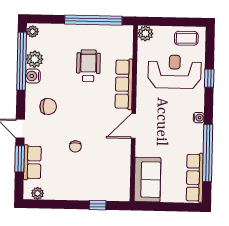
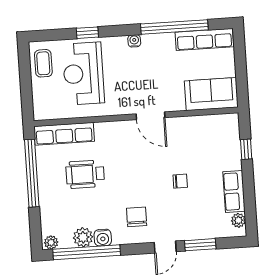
plant: (145, 33) -> (42, 111), removed
row of seats: (124, 84) -> (64, 134), moved
row of seats: (32, 162) -> (234, 191), moved, turned -90

